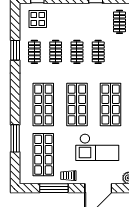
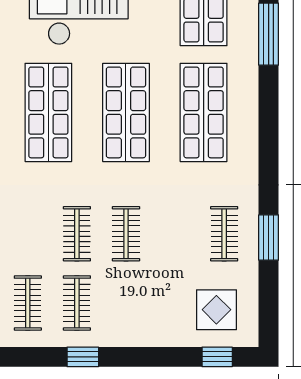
clothes rail: (56, 52) -> (77, 303), moved

